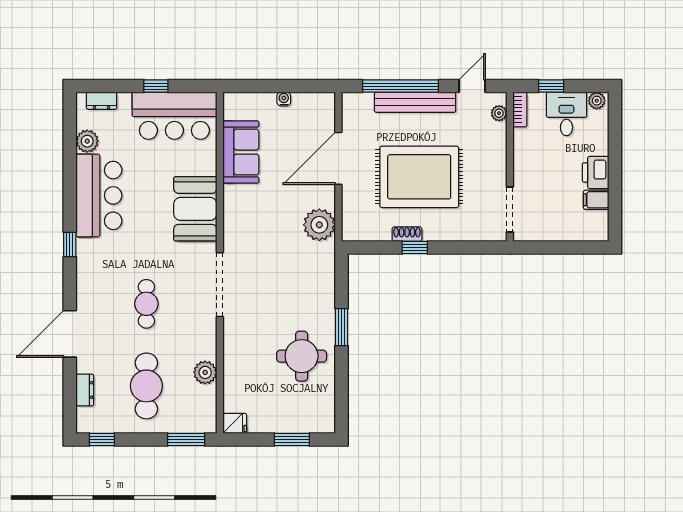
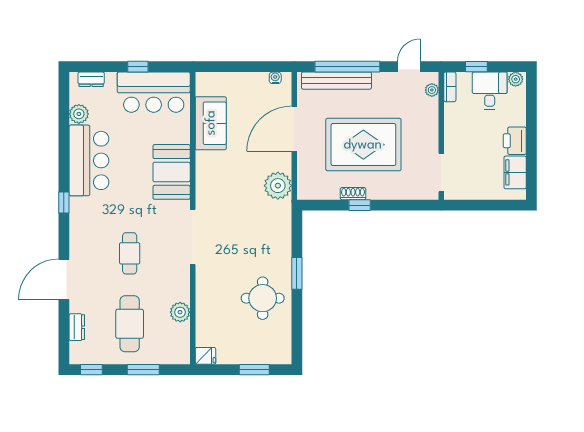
water cooler: (284, 99) -> (275, 78), moved
bench: (415, 102) -> (336, 81), moved
filing cabinet: (596, 200) -> (515, 172), width x2.00
window: (186, 439) -> (143, 370), moved

